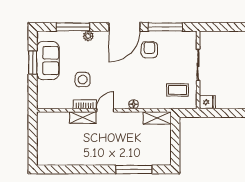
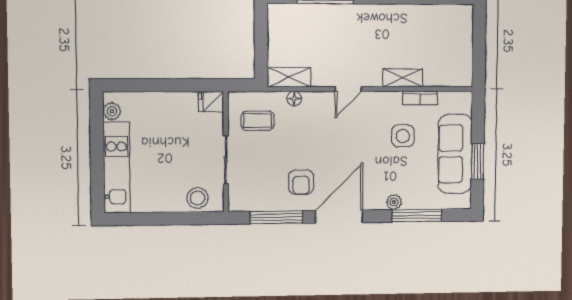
stool: (216, 40) -> (197, 198), added
sofa: (48, 61) -> (455, 154), width x1.36
bookcase: (85, 104) -> (420, 98), moved
floor lamp: (134, 104) -> (294, 99), moved
door: (105, 110) -> (348, 89), moved

